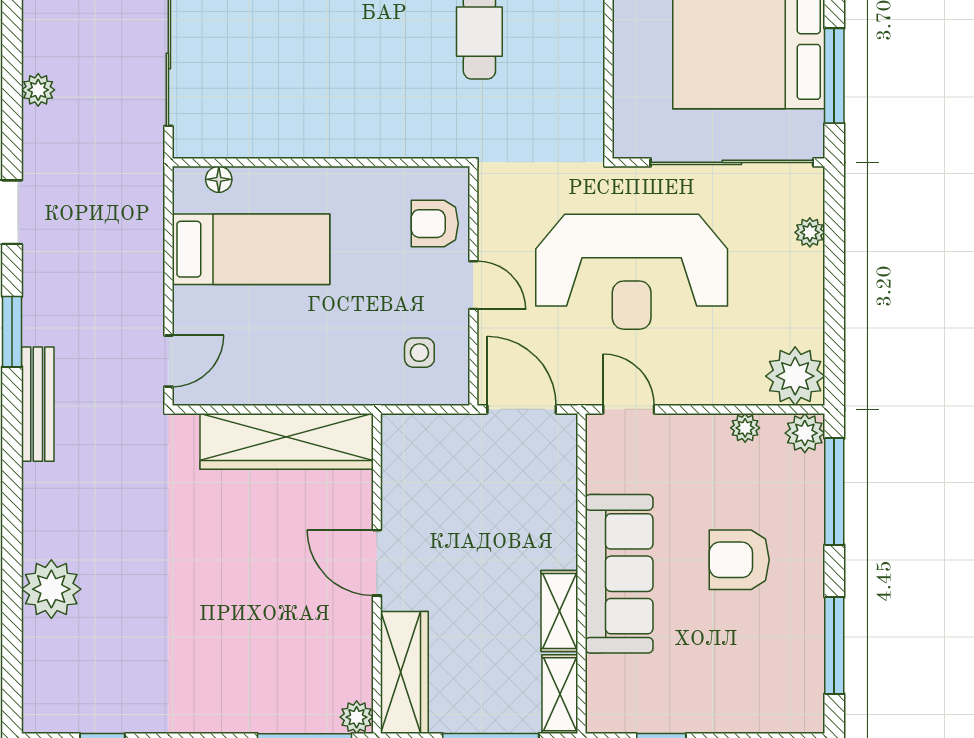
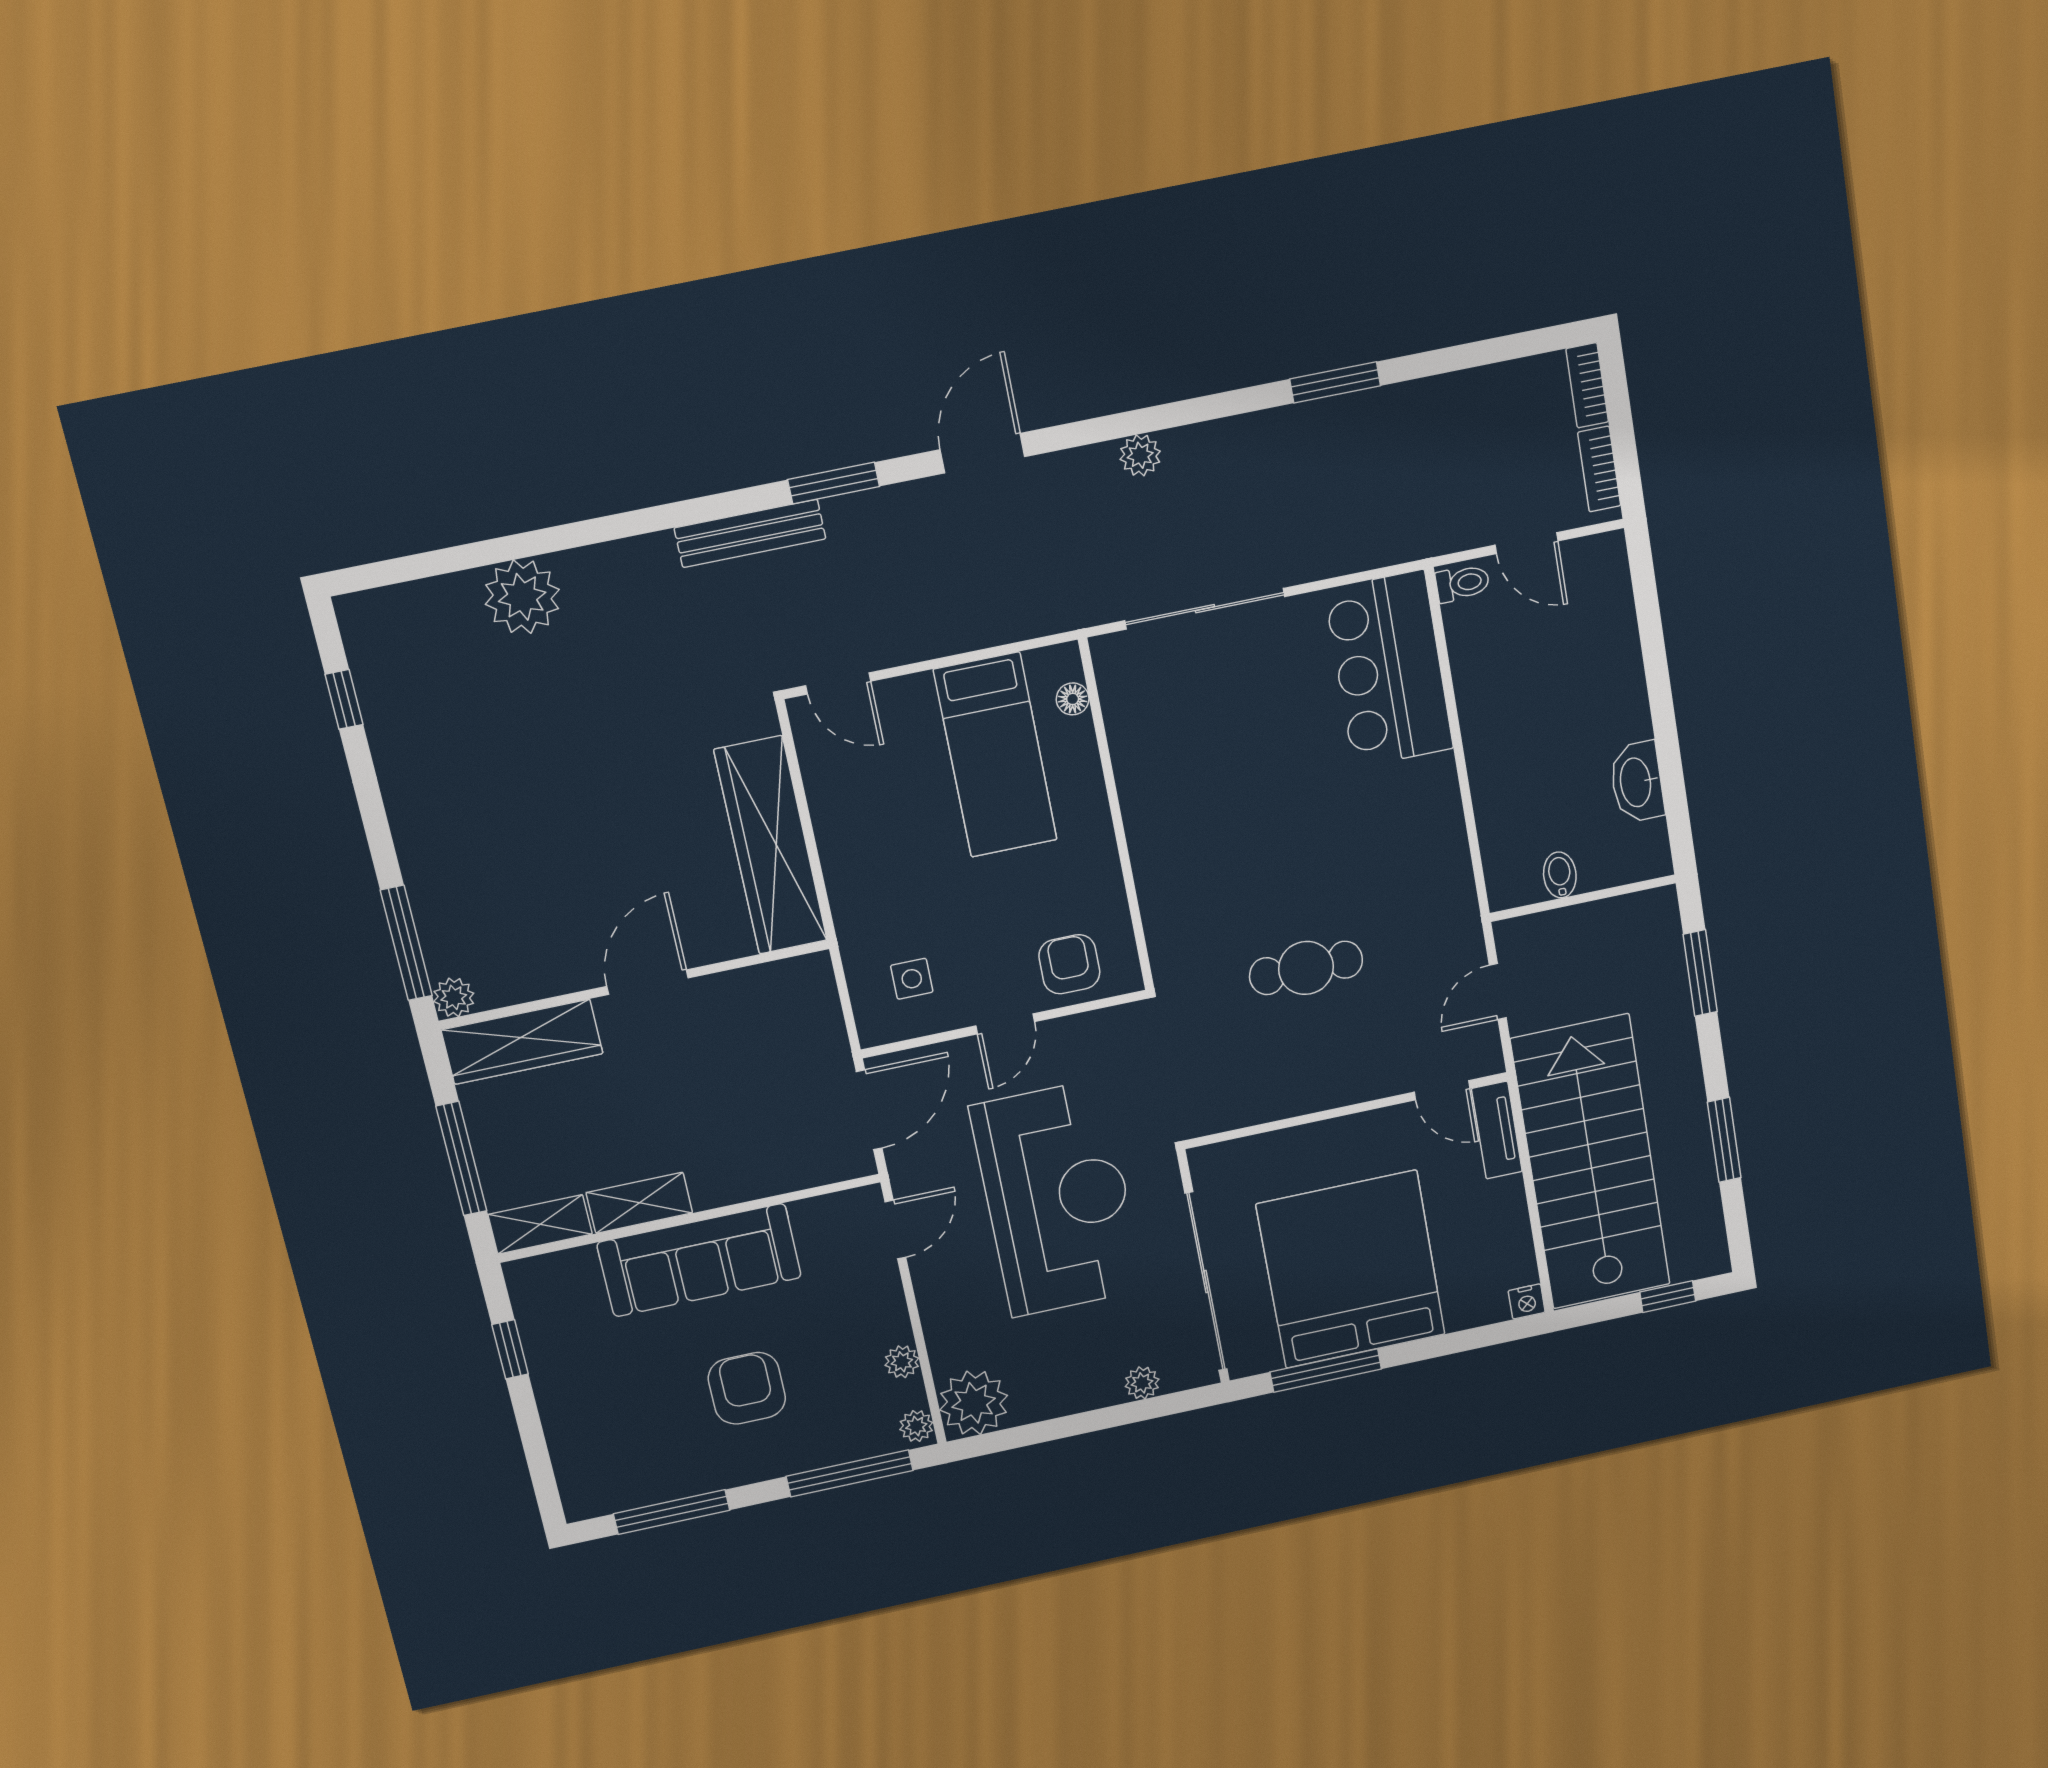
reception desk: (632, 272) -> (1057, 1199), turned 180
plant: (805, 433) -> (916, 1426), width x0.73, depth x0.73

